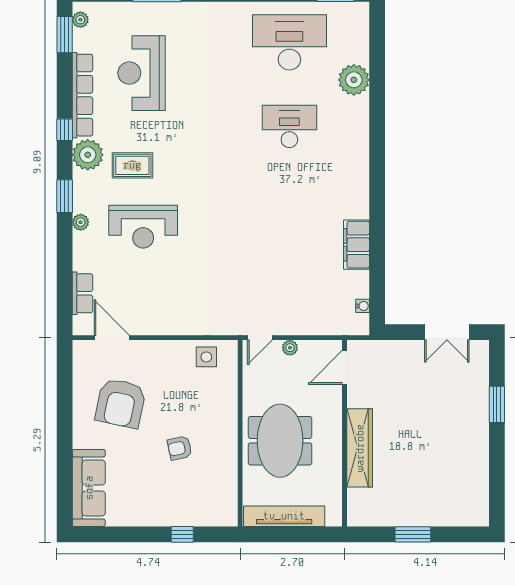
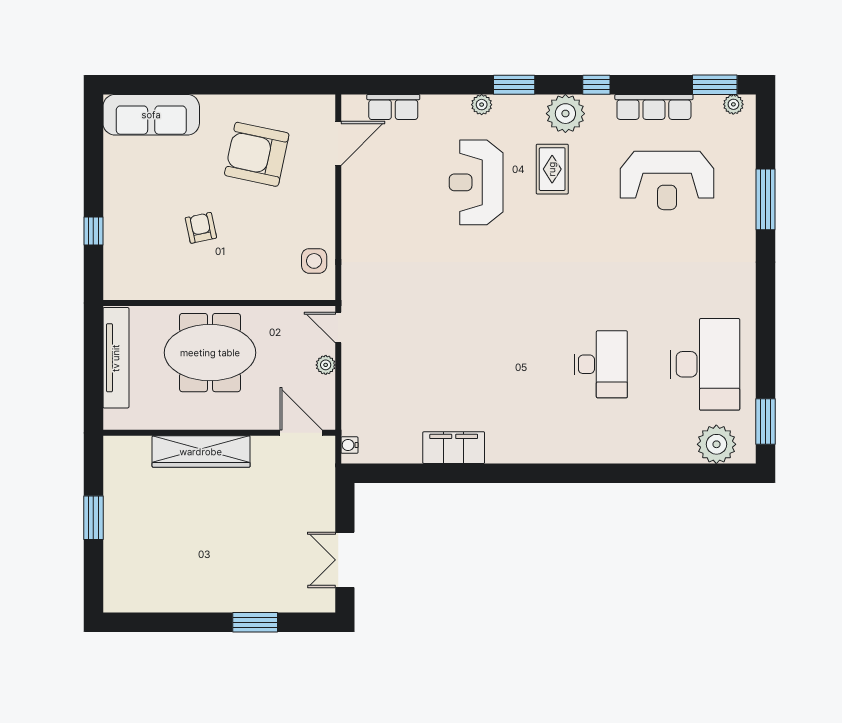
reception desk: (142, 73) -> (667, 180), turned 180
plant: (354, 80) -> (716, 444), moved
row of seats: (82, 95) -> (654, 107), width x0.73
water cooler: (363, 306) -> (349, 445), moved, turned 90

